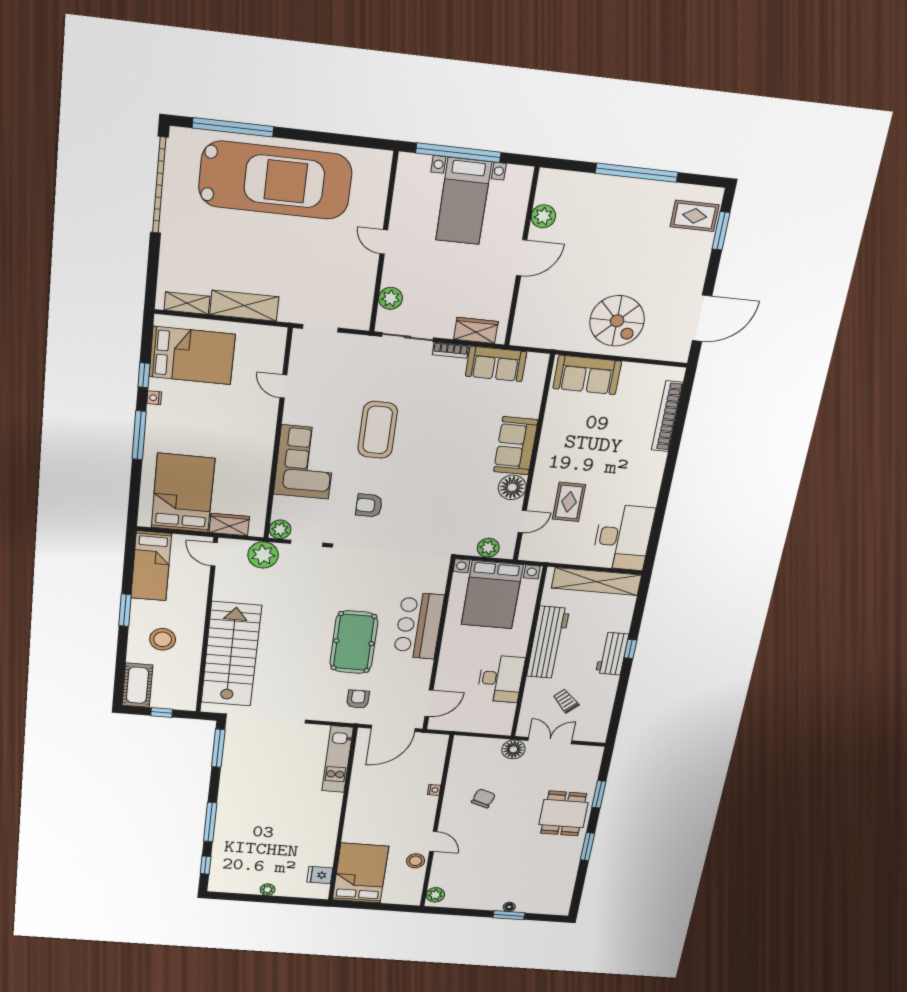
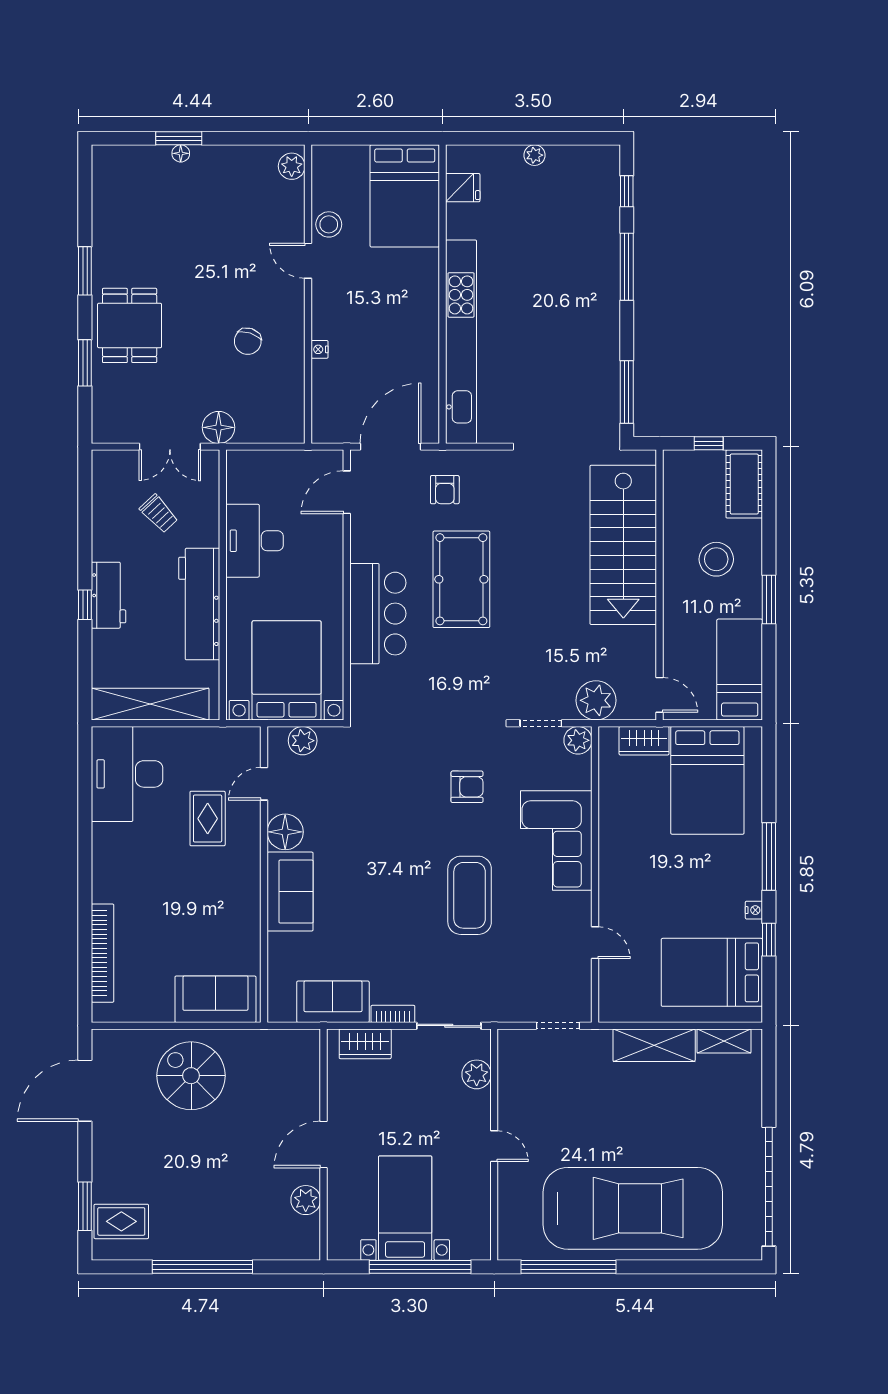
window: (233, 127) -> (568, 1267), moved
car: (275, 180) -> (633, 1208), turned 180
kitchen unit: (337, 759) -> (461, 342), width x1.86

